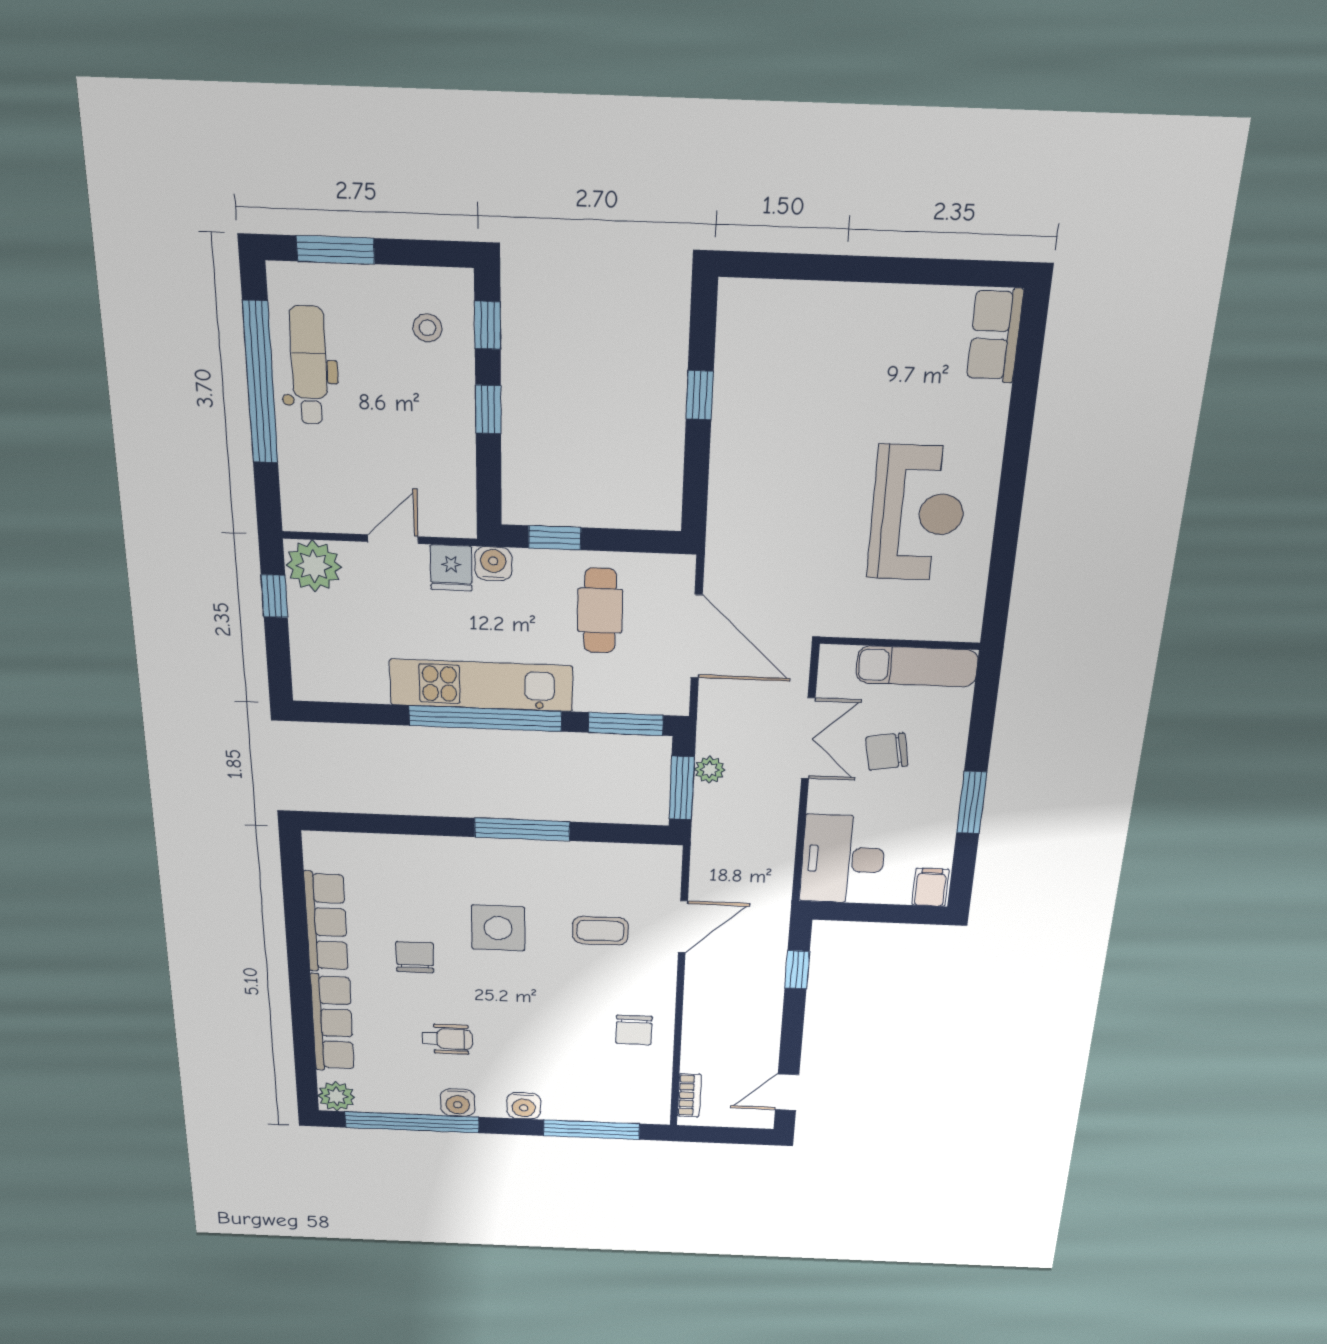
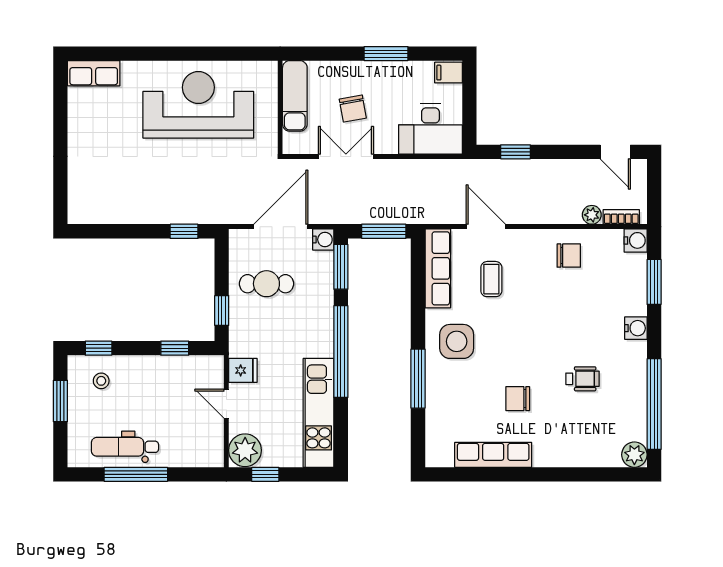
window: (335, 250) -> (60, 401), moved
window: (260, 383) -> (136, 474), width x0.68
window: (700, 395) -> (184, 231), moved
window: (488, 409) -> (175, 348), moved
reception desk: (918, 513) -> (198, 105), width x1.36, depth x1.30
water cooler: (493, 564) -> (323, 240), moved, turned 180
kitchen unit: (481, 685) -> (319, 413), moved
plant: (710, 770) -> (592, 215), moved
window: (522, 829) -> (418, 379), moved
side table: (498, 928) -> (457, 341), moved
row of seats: (332, 1023) -> (438, 268), moved, turned 90
wheelchair: (447, 1039) -> (582, 379), turned 90
water cooler: (458, 1103) -> (636, 240), moved
window: (591, 1130) -> (654, 282), width x0.69

